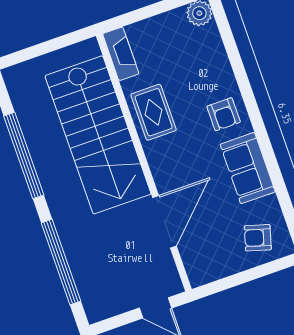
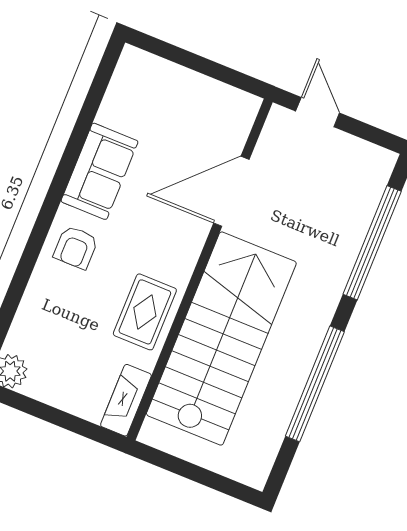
armchair: (224, 114) -> (76, 247), turned 180
armchair: (258, 238) -> (151, 92), removed

